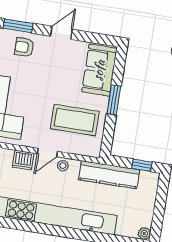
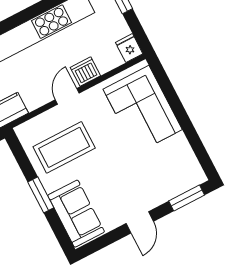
armchair: (24, 47) -> (165, 182), removed
stool: (63, 166) -> (43, 95), removed

